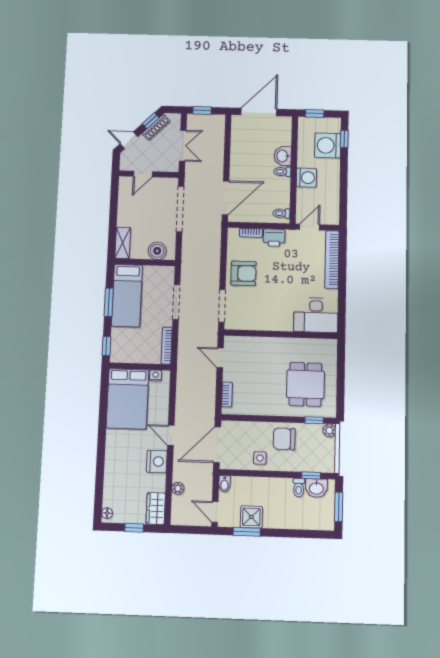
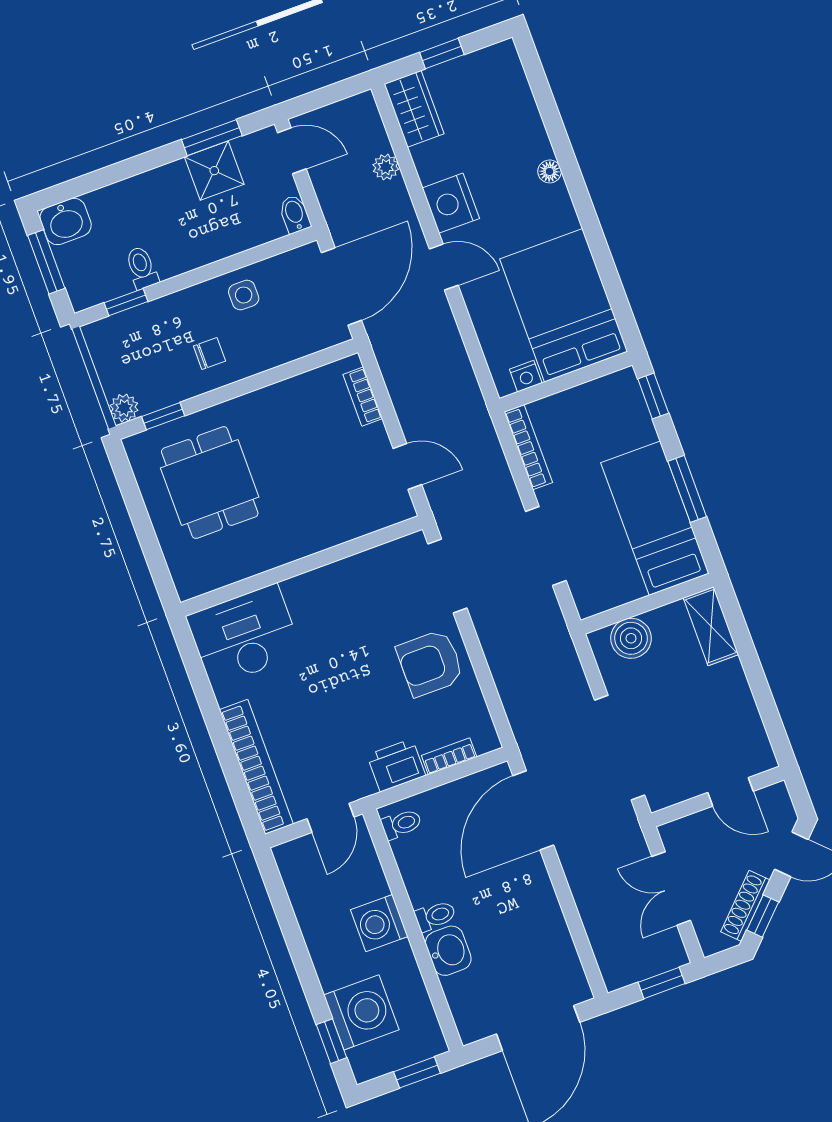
door: (143, 174) -> (730, 792), swing flipped
chair: (284, 439) -> (209, 353), width x0.54, depth x0.54
washbasin: (316, 488) -> (66, 221), moved, turned 180
floor lamp: (107, 513) -> (550, 171), moved

